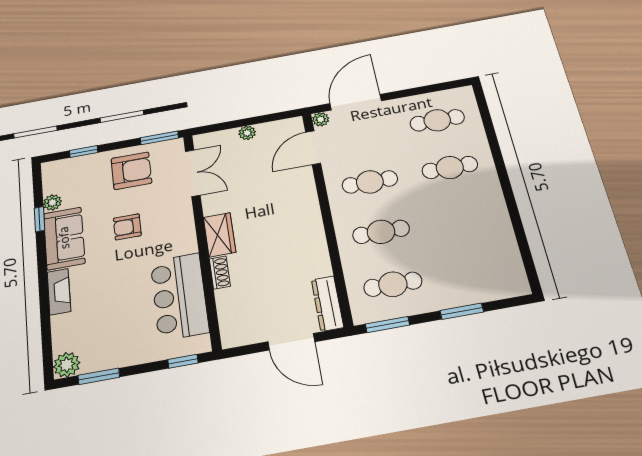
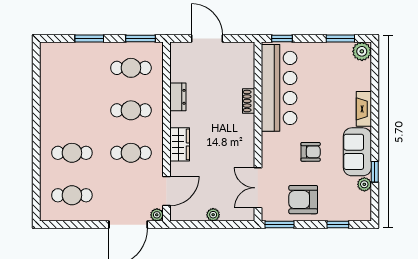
wardrobe: (220, 235) -> (180, 144), moved, turned 180
bar counter: (179, 296) -> (279, 88), width x1.36
dresser: (327, 304) -> (178, 97), moved, width x0.70

